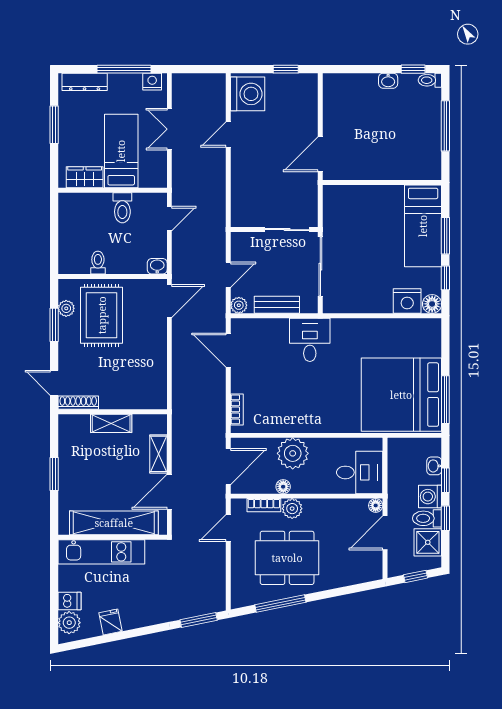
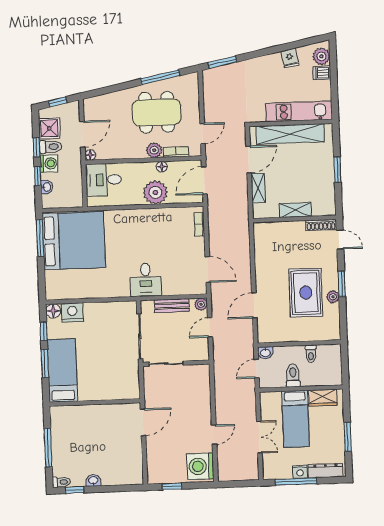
nightstand: (152, 82) -> (300, 472), moved
toilet: (98, 263) -> (311, 354), moved
washbasin: (157, 266) -> (265, 353), moved
wall: (113, 277) -> (299, 343), moved

